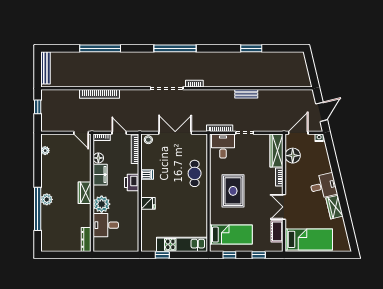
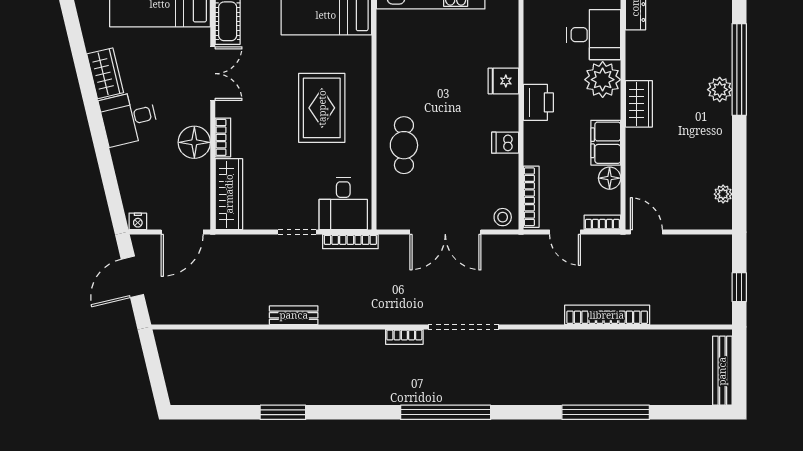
floor lamp: (293, 156) -> (194, 142), moved
printer: (132, 182) -> (538, 102), moved

